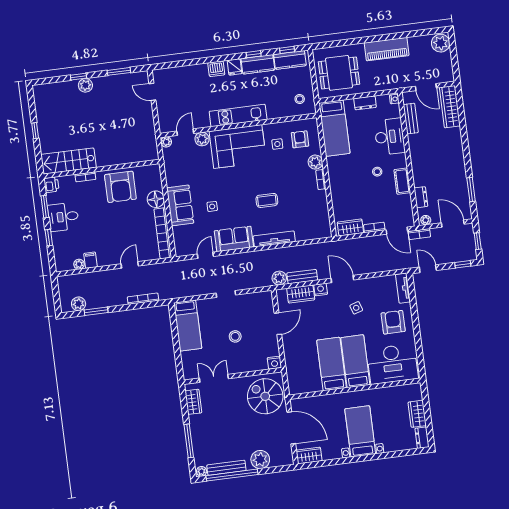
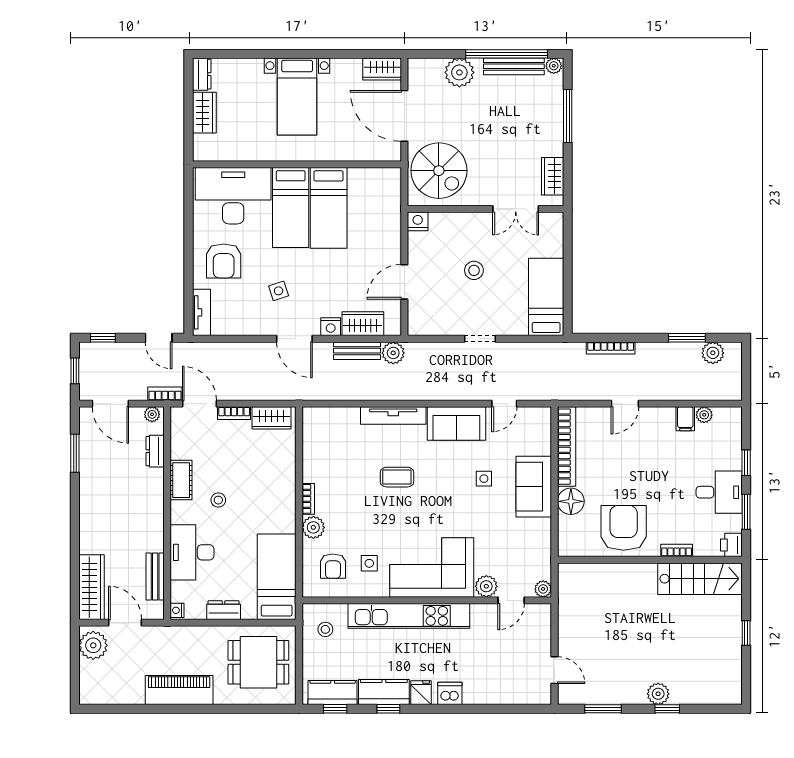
plant: (441, 43) -> (93, 645), moved
kitchen unit: (238, 115) -> (409, 616), width x1.36

